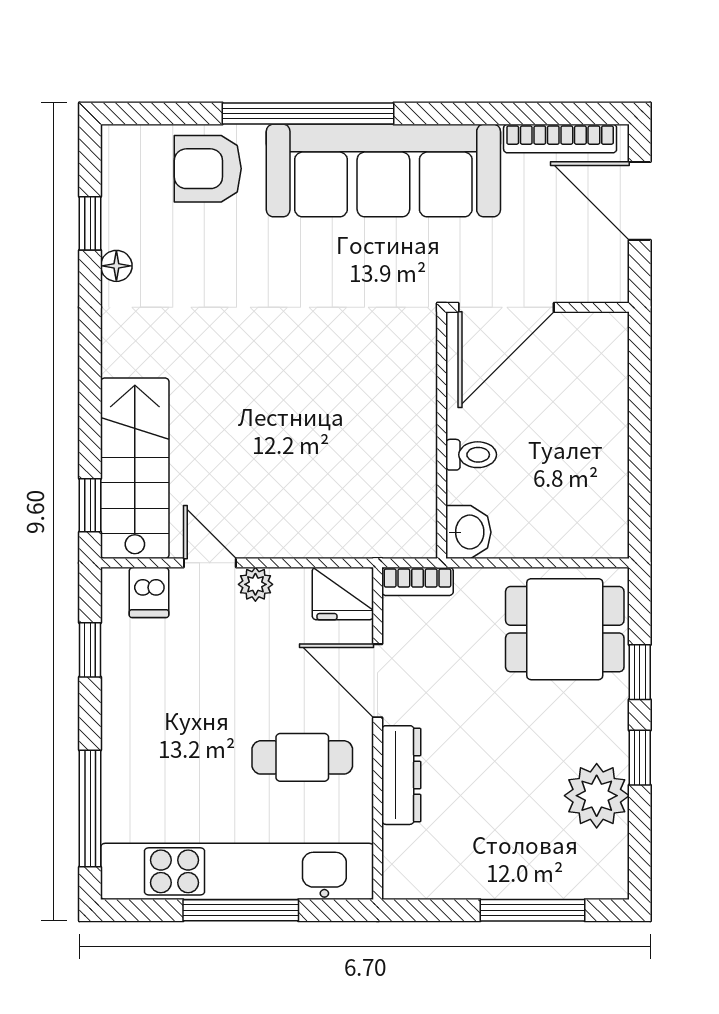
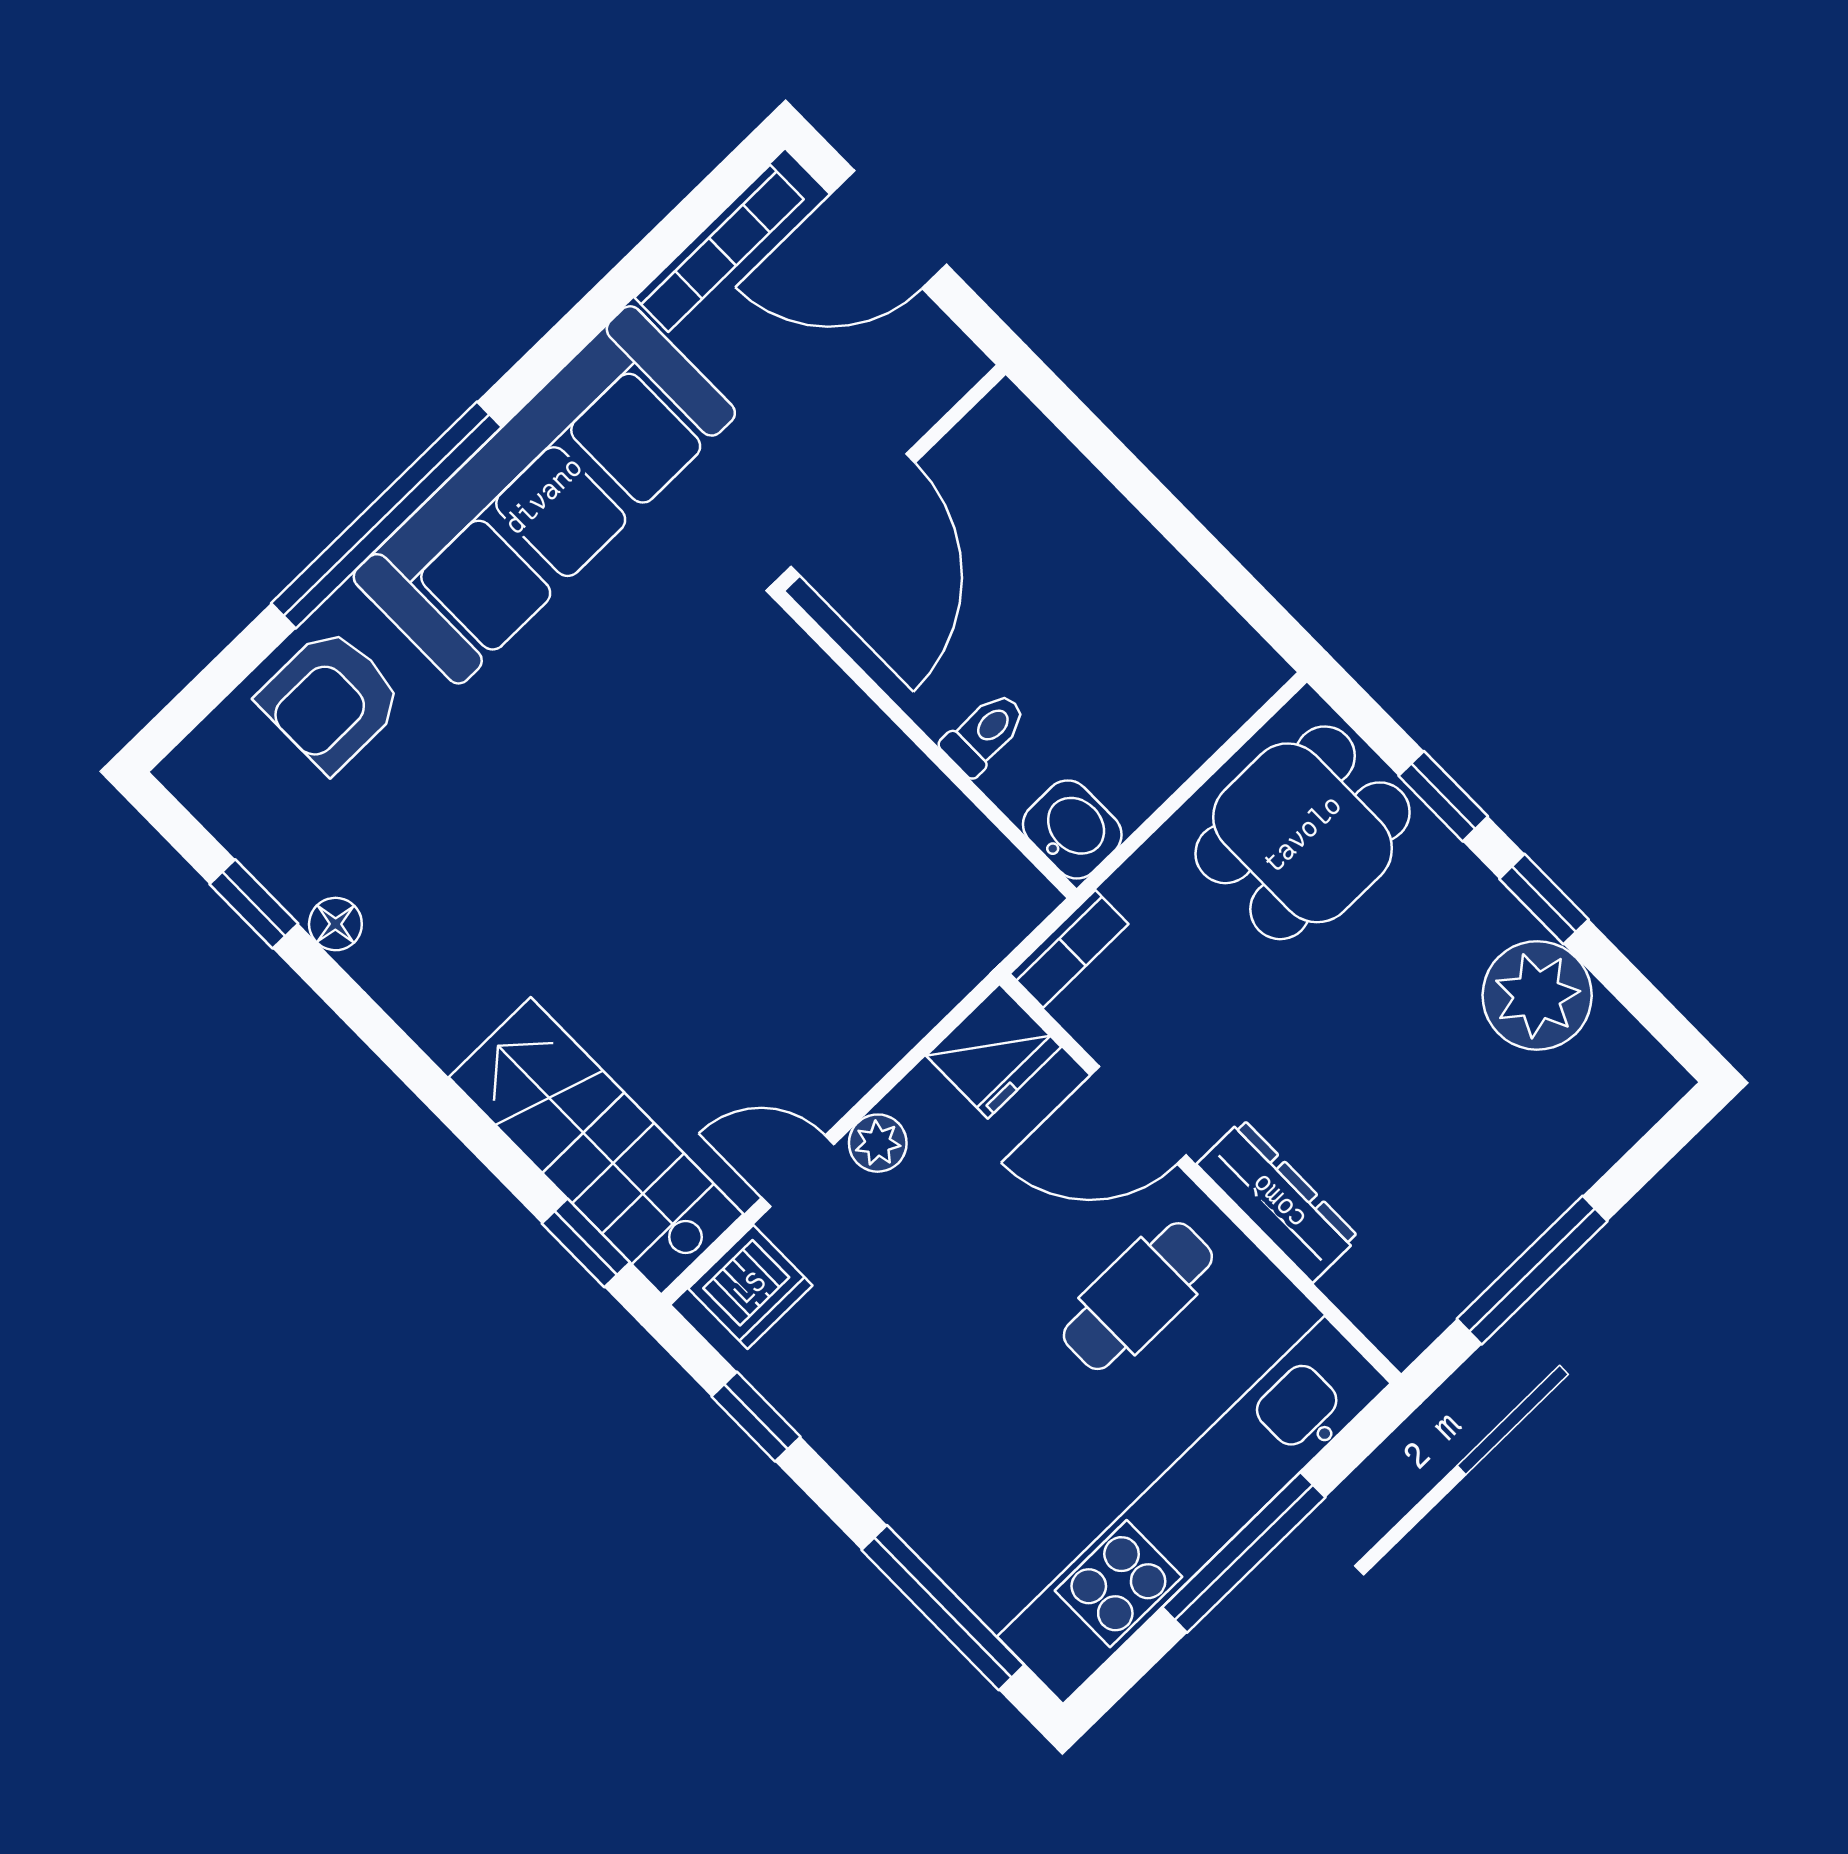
dishwasher: (149, 592) -> (750, 1287), width x1.38
window: (532, 910) -> (1532, 1270), moved

